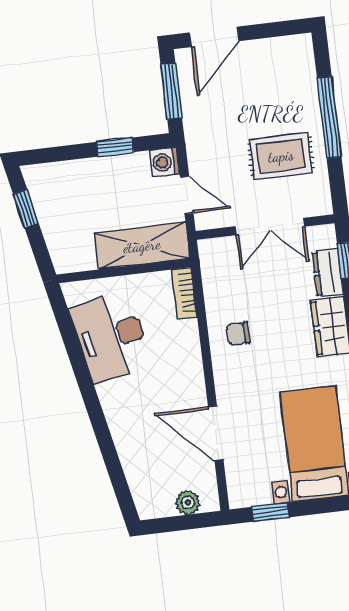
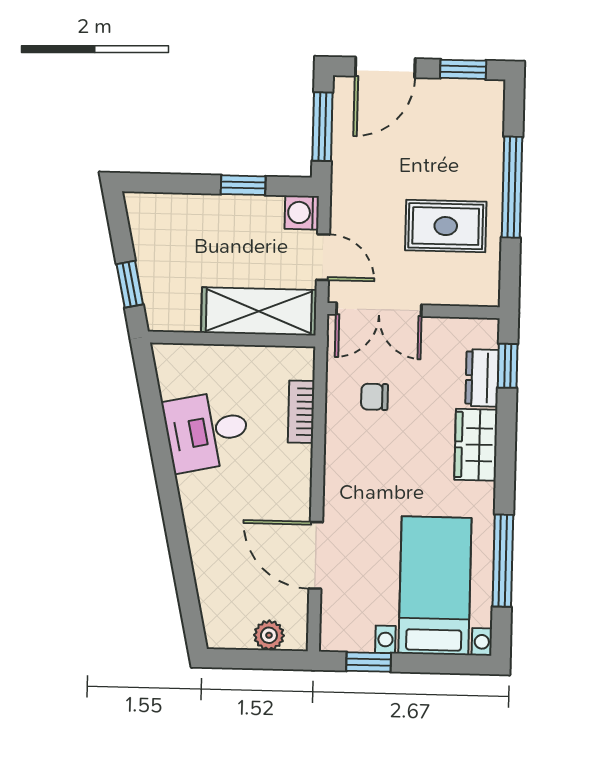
window: (277, 29) -> (463, 69), added
window: (26, 209) -> (130, 284), moved
double door: (270, 226) -> (379, 310), moved
bookcase: (184, 293) -> (301, 412), moved
chair: (238, 334) -> (374, 397), moved
desk: (111, 337) -> (207, 431), width x0.73

